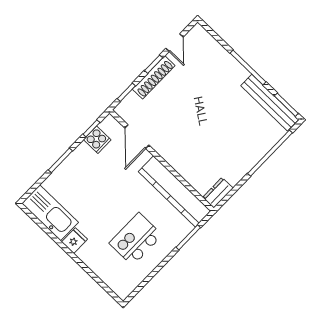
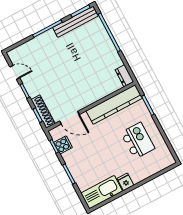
shoe rack: (154, 77) -> (43, 112), moved
kitchen island: (136, 239) -> (138, 141), turned 180

